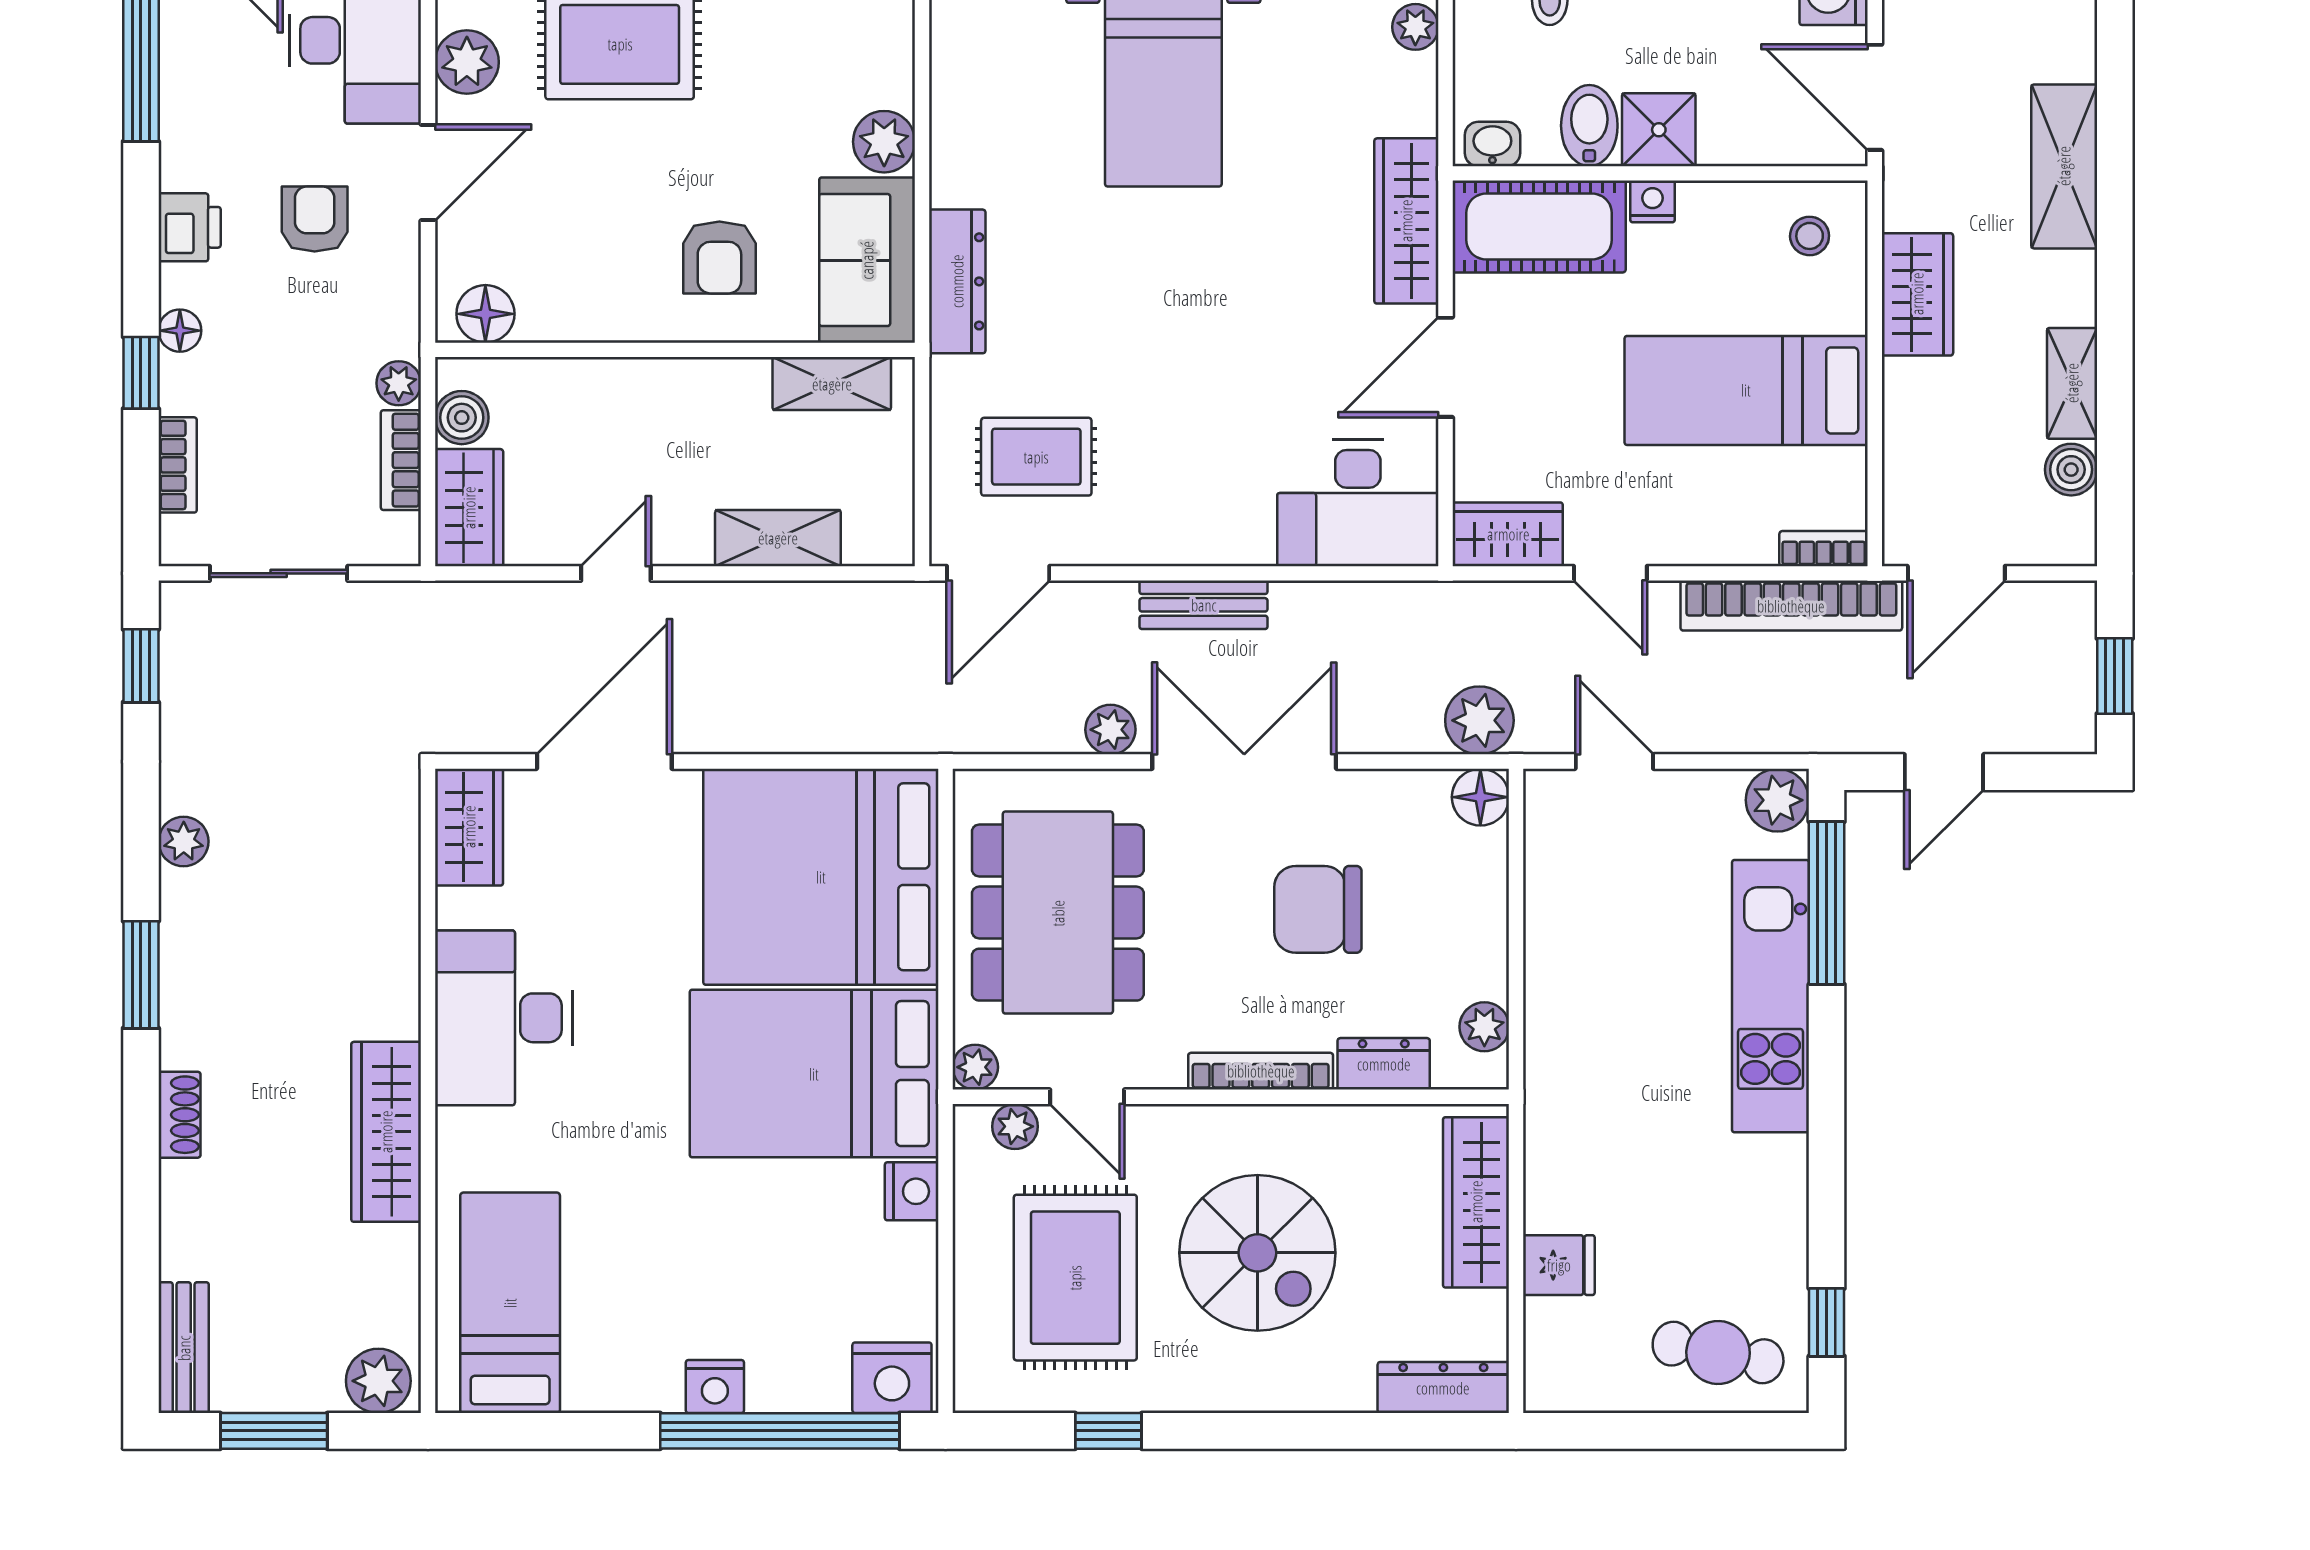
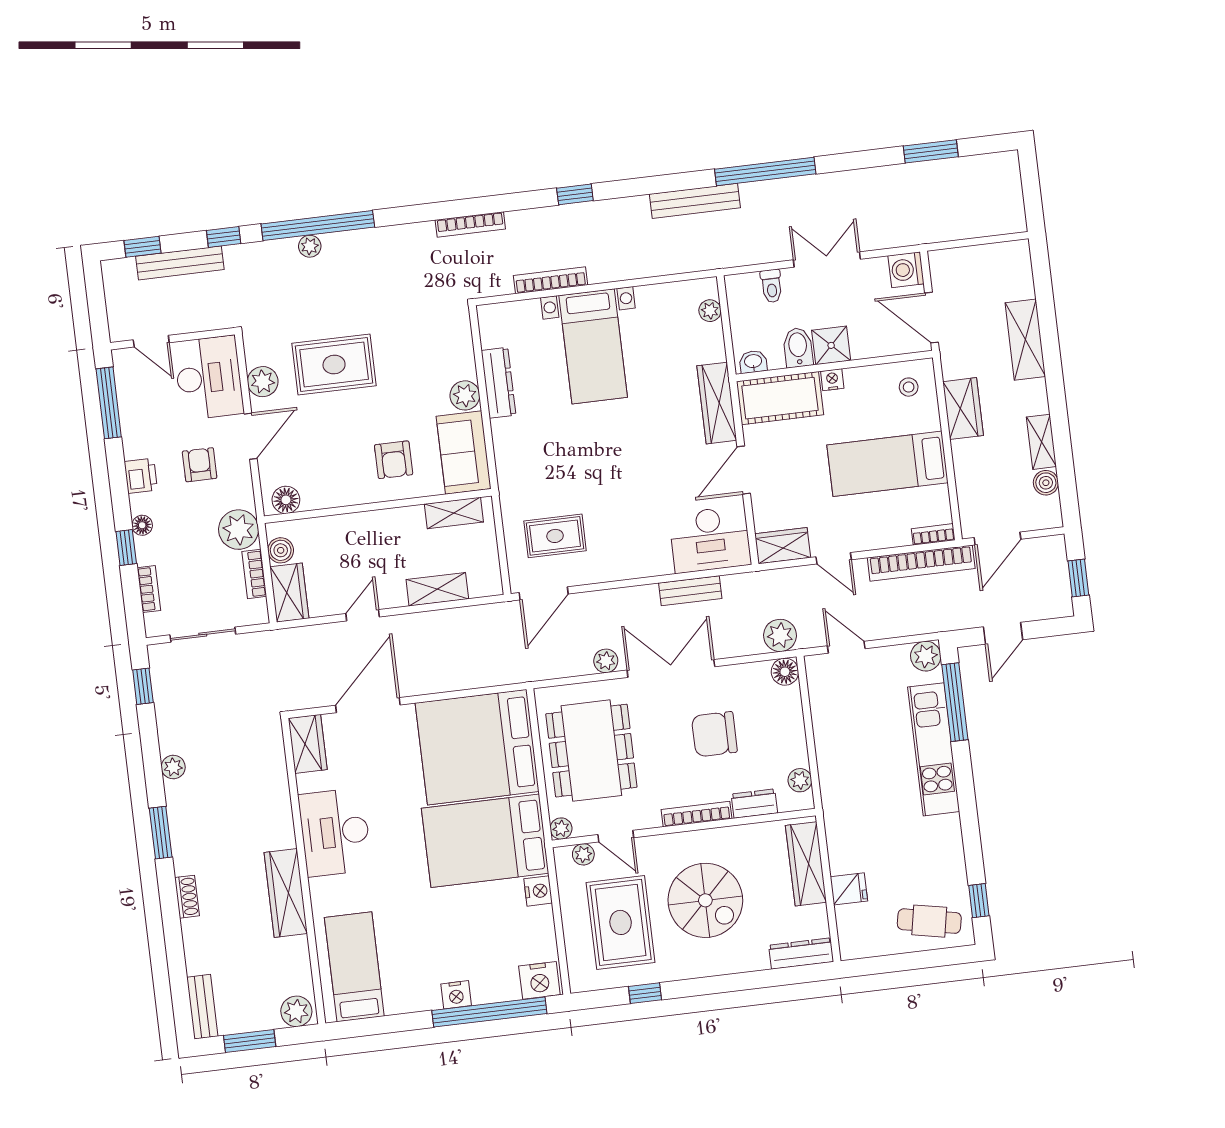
dresser: (957, 281) -> (498, 383), moved
plant: (399, 383) -> (239, 530), width x1.88, depth x1.88
bench: (1204, 605) -> (690, 591), moved

